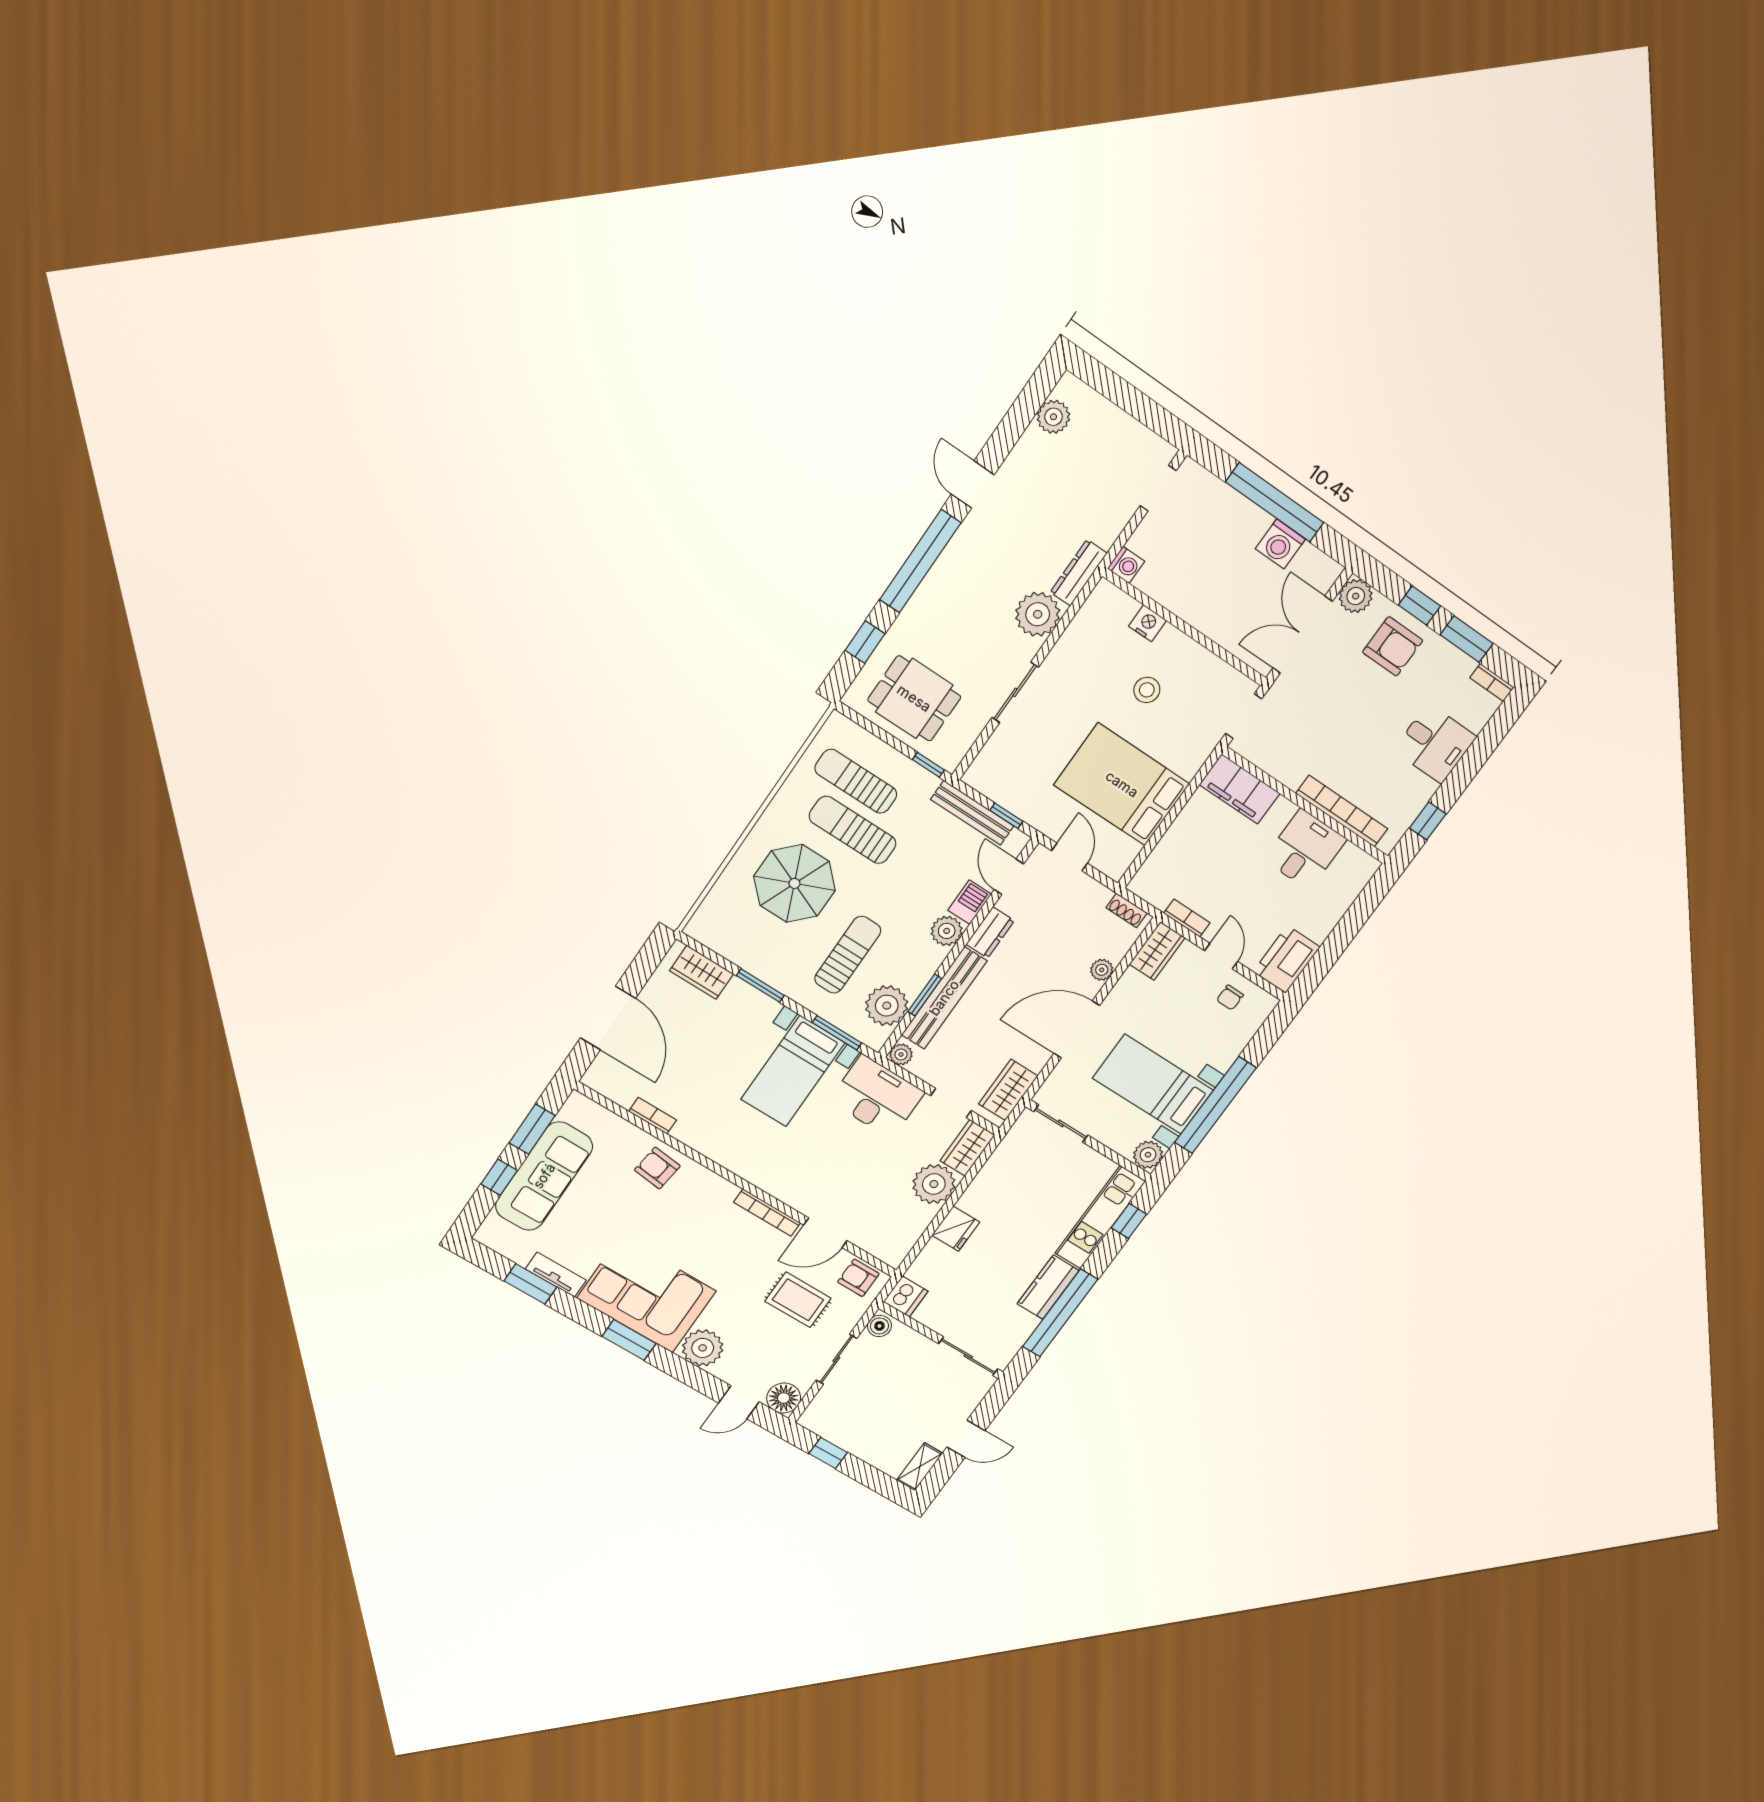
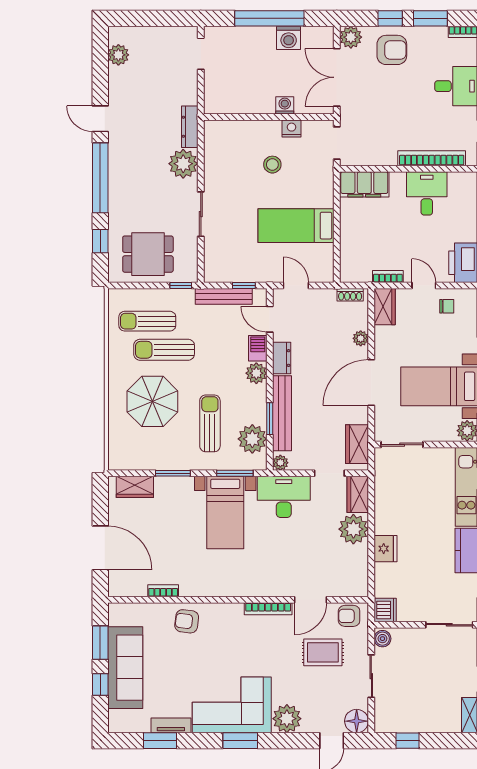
washing machine: (1126, 565) -> (285, 105), moved, turned -90
nightstand: (1148, 623) -> (292, 128), moved
bed: (1122, 784) -> (296, 226), width x0.67
chair: (1230, 998) -> (447, 306), turned -90

